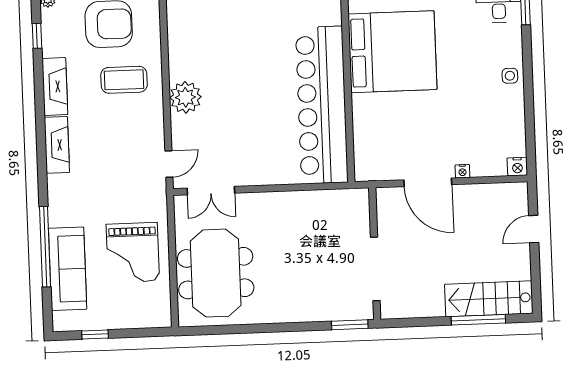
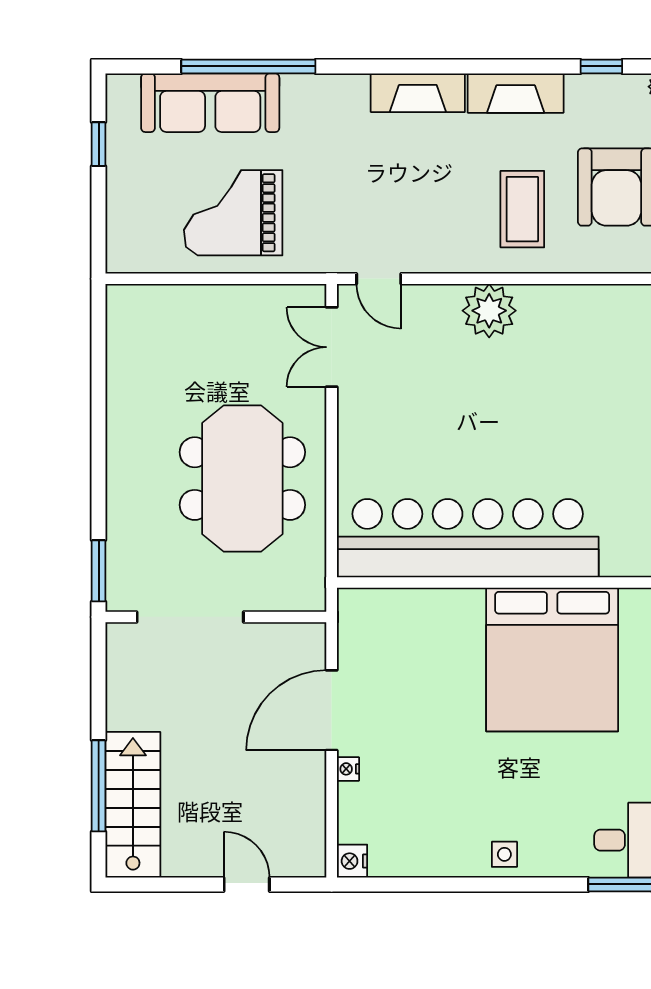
meeting table: (216, 273) -> (242, 479), moved, turned 90

